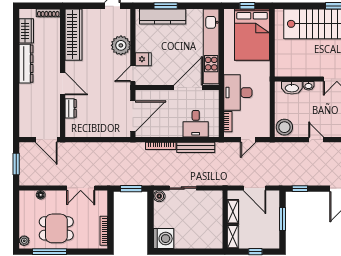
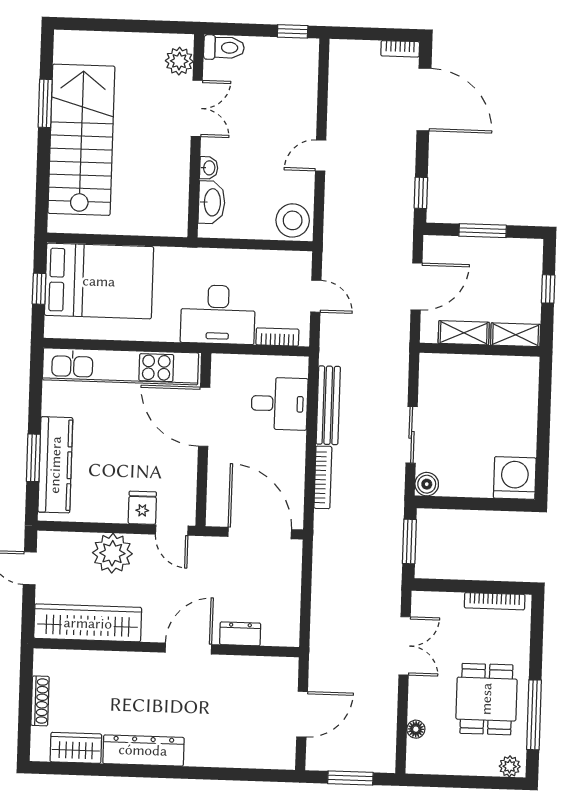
wardrobe: (73, 35) -> (88, 623), moved
wall: (63, 73) -> (166, 648), moved
door: (63, 84) -> (188, 648), moved
dresser: (71, 108) -> (240, 634), moved

